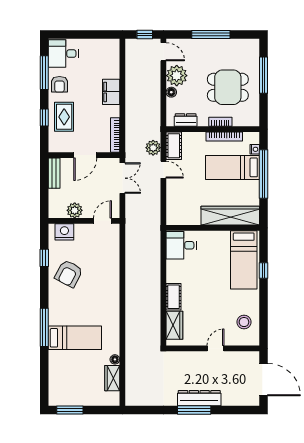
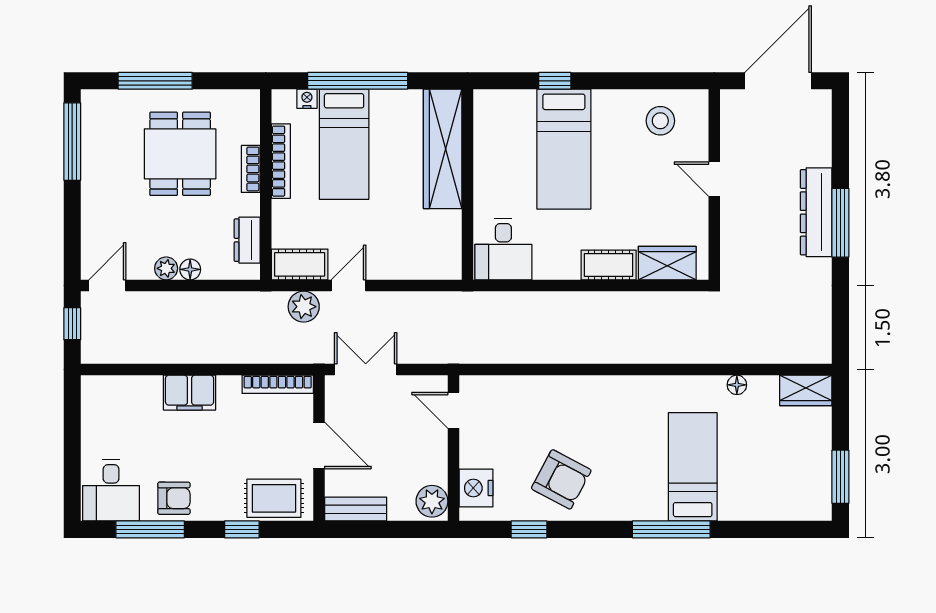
window: (211, 35) -> (72, 142), moved
plant: (177, 76) -> (166, 268), width x0.53, depth x0.53
rug: (64, 117) -> (274, 498), moved
plant: (75, 210) -> (432, 501), moved
bed: (244, 260) -> (564, 149), moved, turned 90
wardrobe: (112, 378) -> (806, 390), moved

